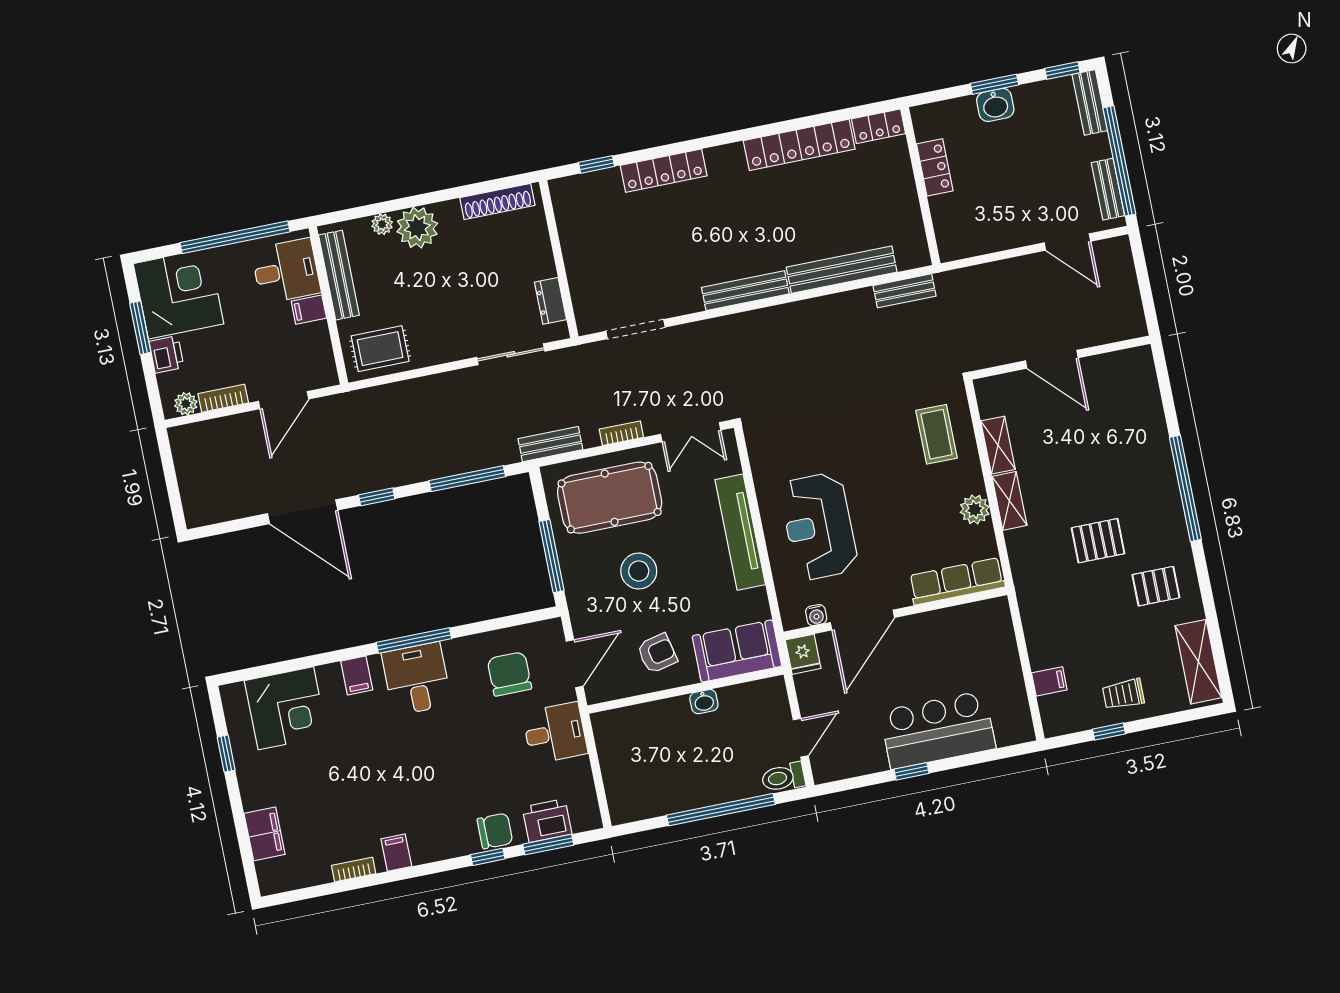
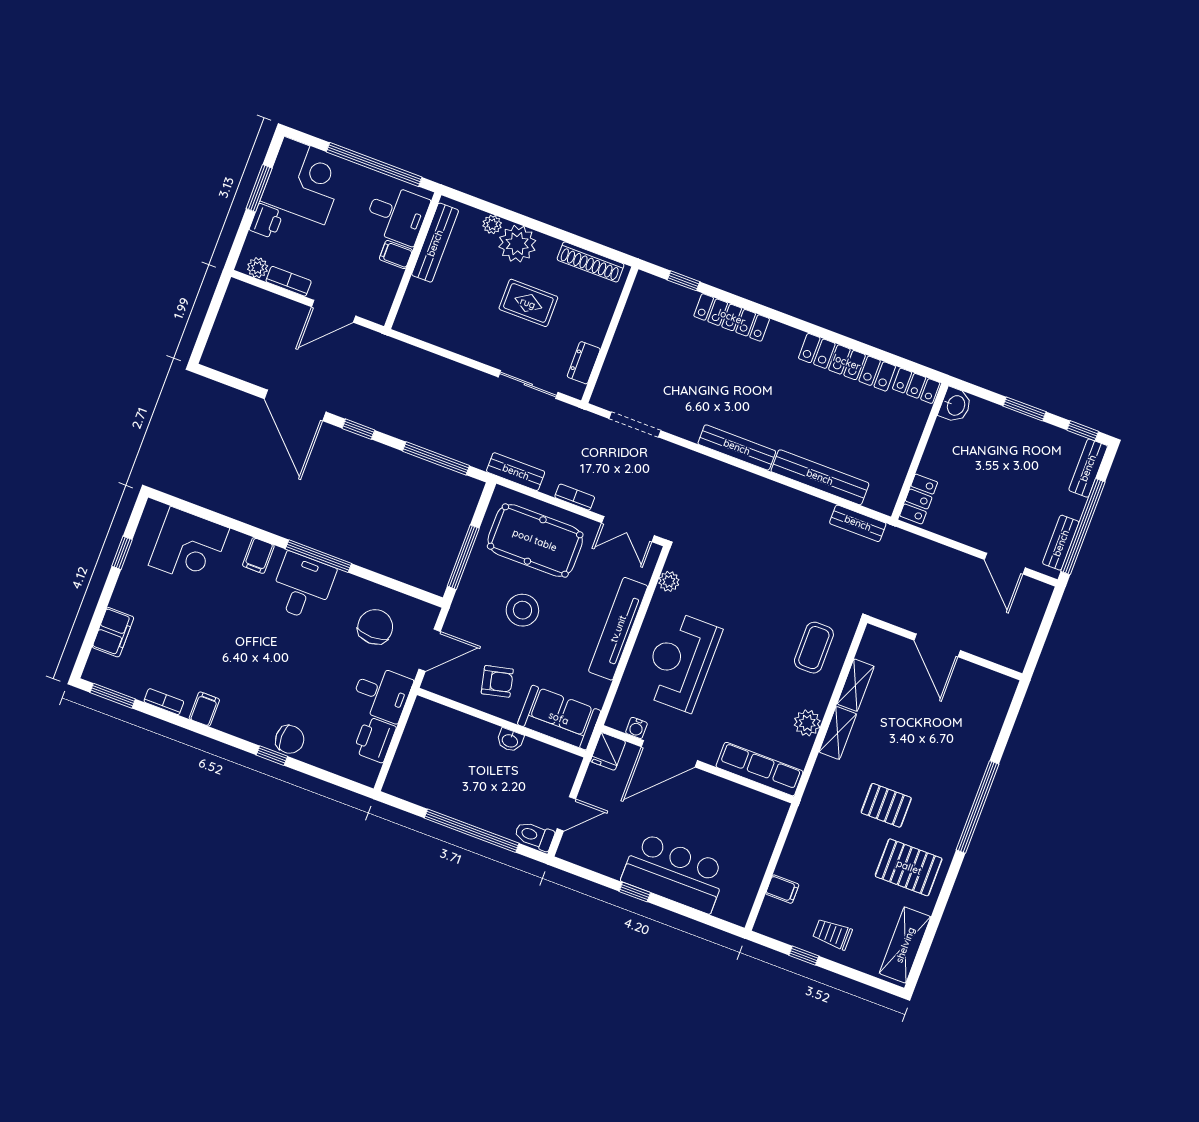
washbasin: (995, 105) -> (955, 405), moved, turned -90
locker: (935, 167) -> (919, 499), moved
rug: (380, 349) -> (528, 303), moved
plant: (760, 457) -> (669, 581), added
pallet: (1156, 586) -> (909, 867), width x1.50, depth x1.42
printer: (547, 821) -> (375, 740), moved, turned -90
window: (548, 845) -> (113, 696), moved

